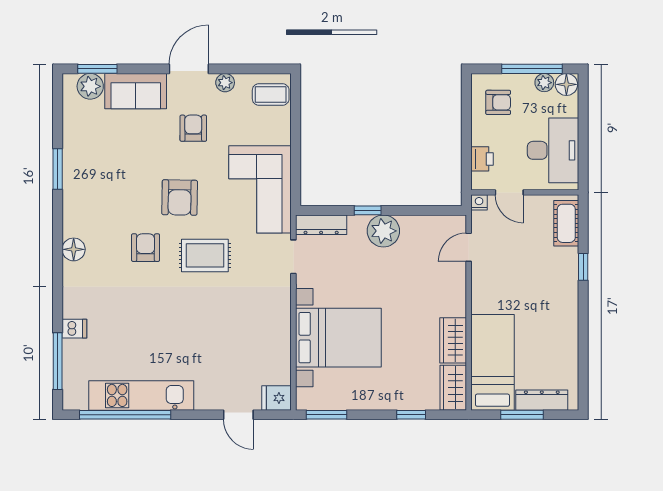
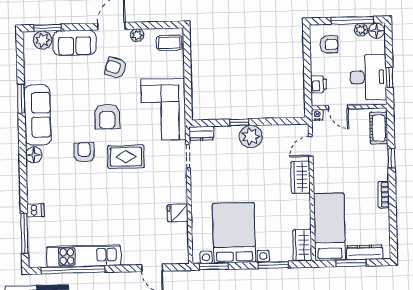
armchair: (193, 128) -> (116, 68), turned -73
window: (583, 152) -> (389, 77), added
sofa: (80, 193) -> (38, 115), added
dresser: (321, 225) -> (201, 133), width x0.70
bookcase: (571, 318) -> (384, 195), added
bed with nightstands: (338, 338) -> (234, 233), moved, turned -90
wardrobe: (453, 340) -> (301, 177), moved
fridge: (277, 398) -> (178, 213), moved
window: (411, 415) -> (273, 265), width x1.50

